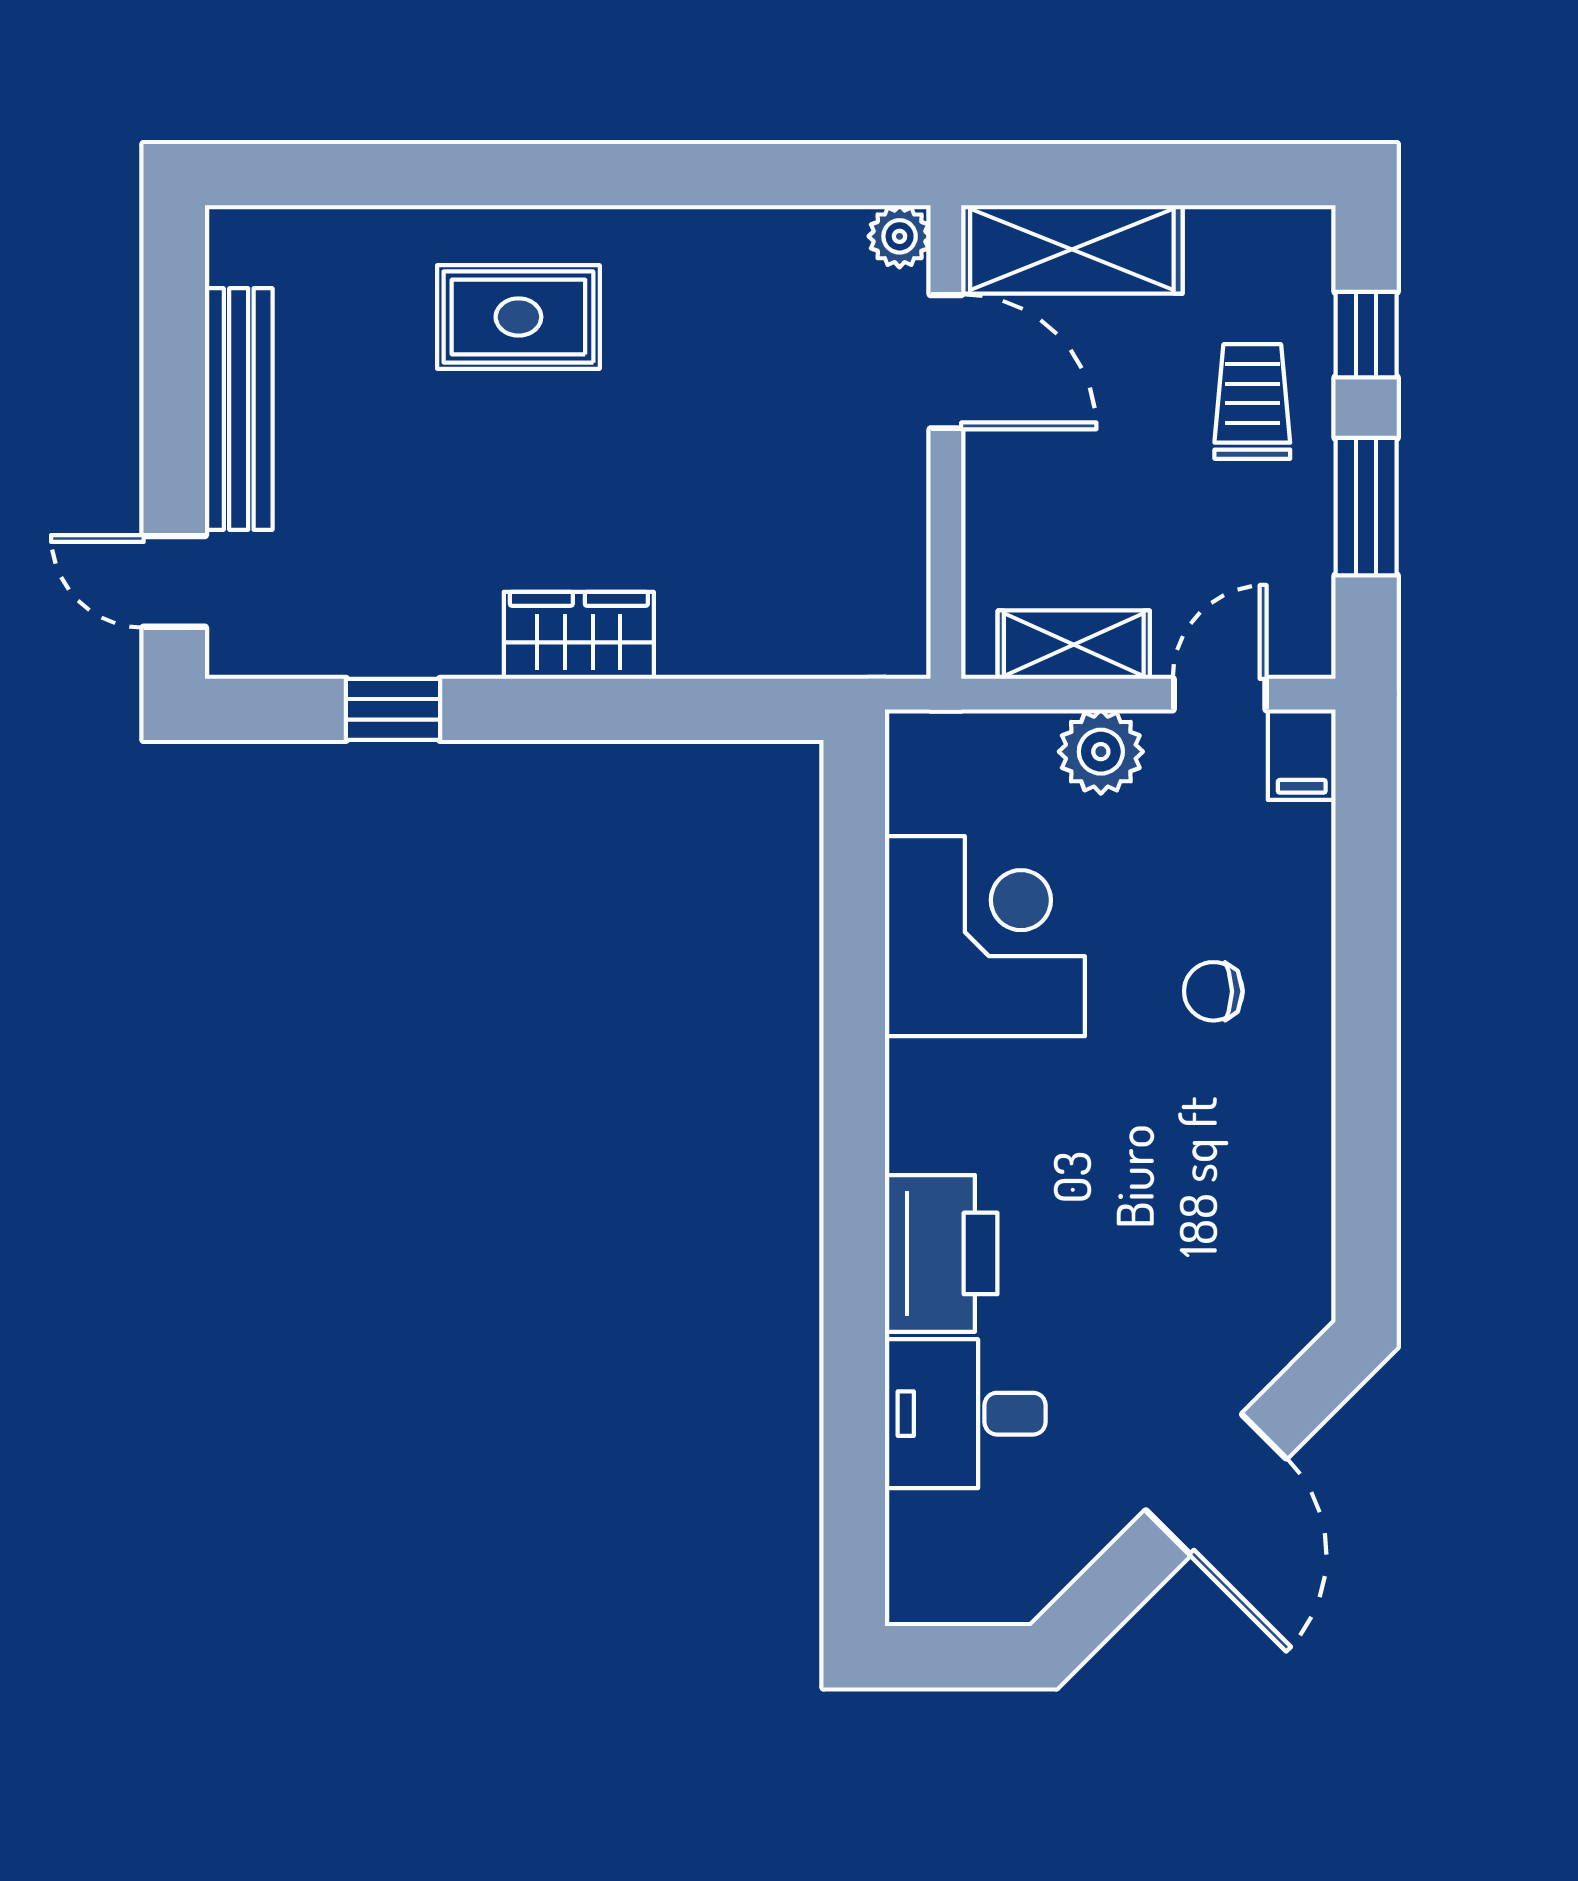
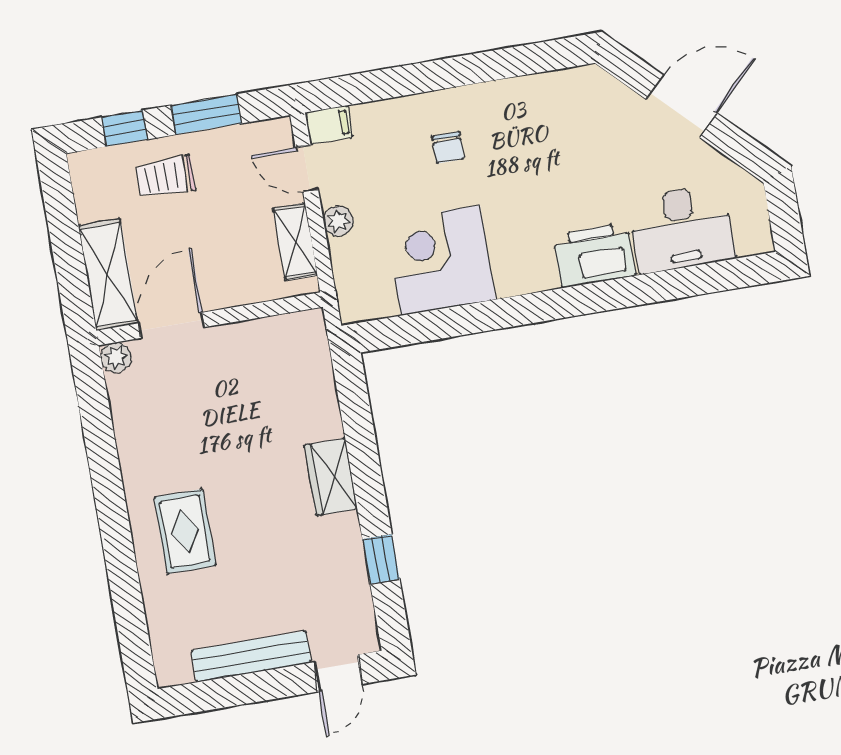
plant: (1101, 752) -> (338, 221), width x0.73, depth x0.73
desk: (965, 1414) -> (681, 229), width x1.37

